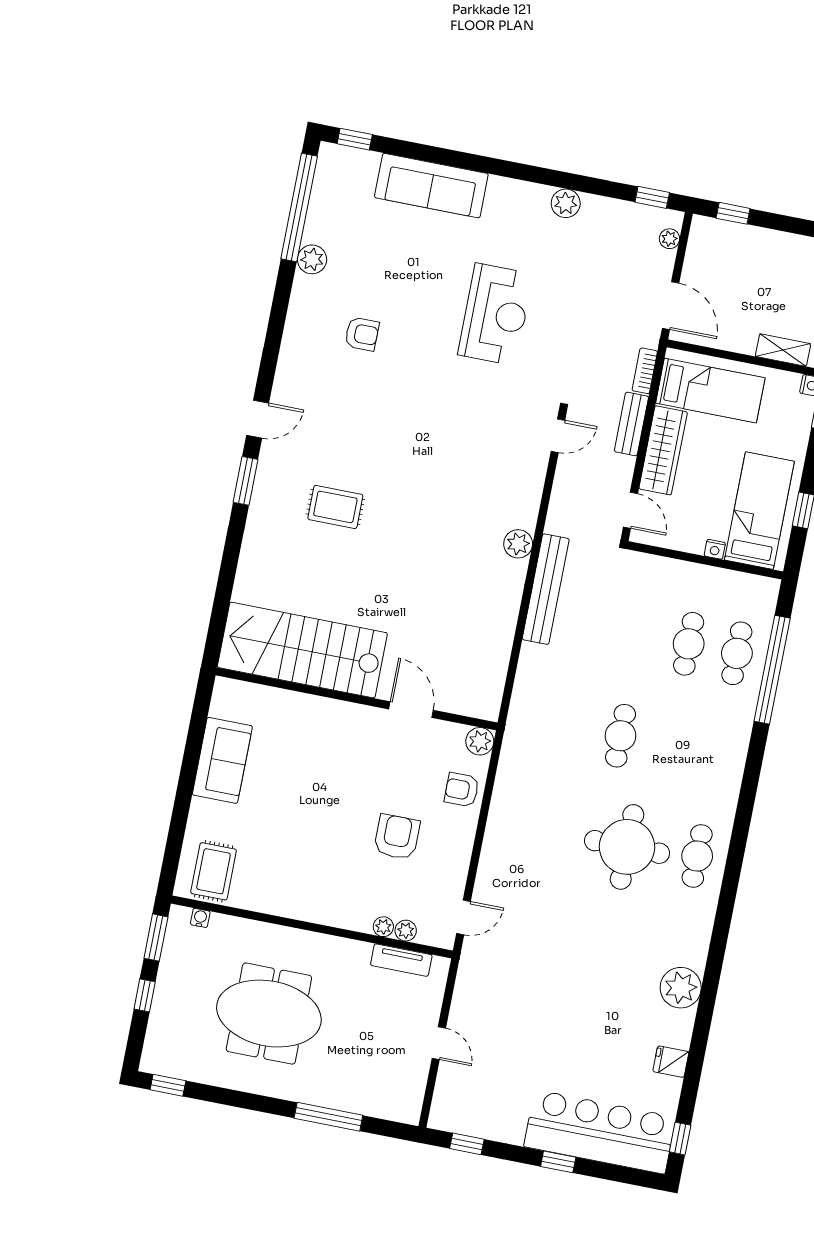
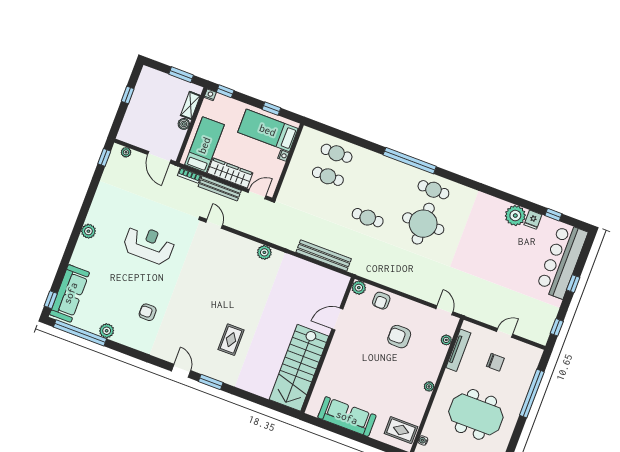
sofa: (431, 186) -> (70, 293), moved
plant: (566, 203) -> (88, 231), moved
window: (733, 213) -> (128, 95), moved
door: (671, 306) -> (159, 157), swing flipped
armchair: (362, 334) -> (148, 312), turned -90
boiler: (744, 343) -> (184, 124), added
bench: (631, 424) -> (220, 188), width x1.36
bench: (546, 589) -> (324, 256), moved
window: (772, 670) -> (410, 161), moved
sofa: (222, 760) -> (347, 417), width x1.36
plant: (383, 927) -> (429, 386), moved
tv unit: (401, 960) -> (458, 350), width x1.41
plant: (681, 988) -> (515, 216), moved
meeting table: (269, 1014) -> (476, 414), turned 90
chair: (378, 1035) -> (495, 362), added
window: (328, 1117) -> (532, 394), width x1.46
window: (680, 1139) -> (553, 215), moved

